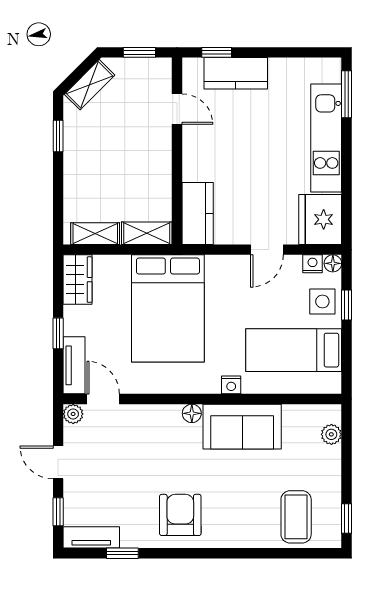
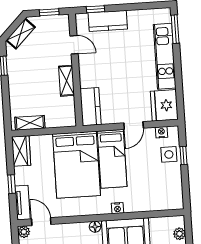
shelving: (147, 233) -> (66, 81), moved, turned 90
floor lamp: (333, 263) -> (174, 131), removed
bed: (294, 350) -> (112, 159), moved, turned -90

